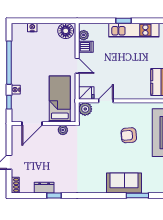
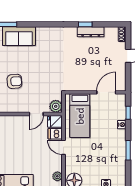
dishwasher: (86, 47) -> (55, 134), moved
window: (9, 63) -> (128, 150), width x0.47
plant: (63, 130) -> (77, 86), removed
dresser: (44, 188) -> (91, 32), width x1.44

